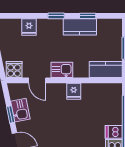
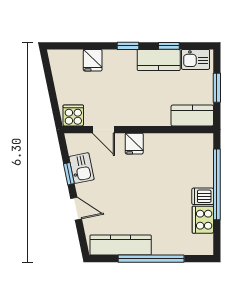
kitchen sink: (62, 70) -> (195, 59), moved, turned 180
fridge: (74, 91) -> (134, 144), moved

